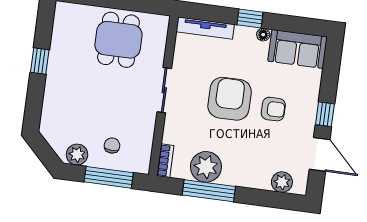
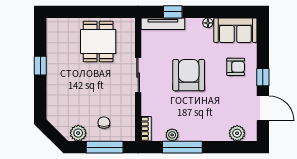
window: (250, 18) -> (173, 12), moved
armchair: (273, 109) -> (236, 67), moved
plant: (206, 167) -> (172, 135), width x0.53, depth x0.53

